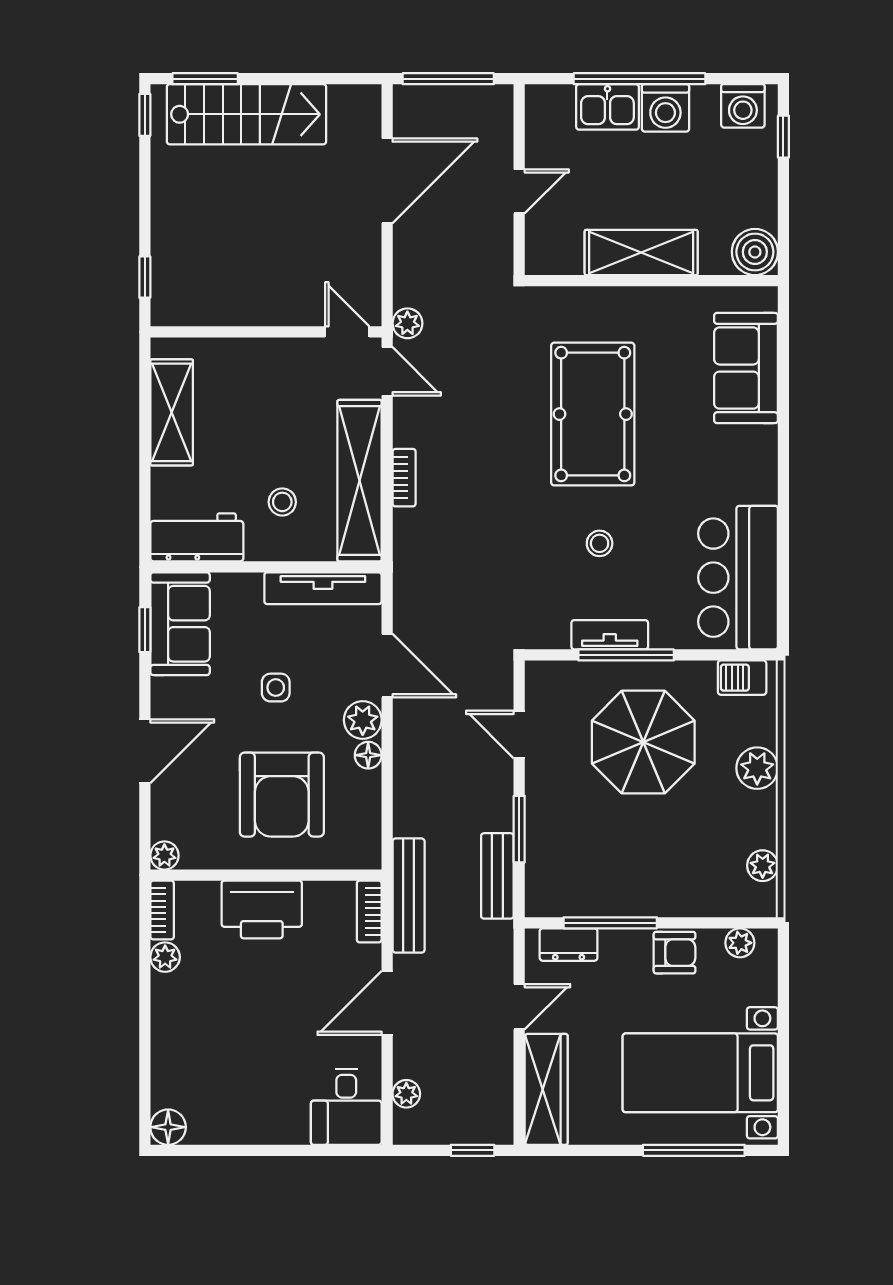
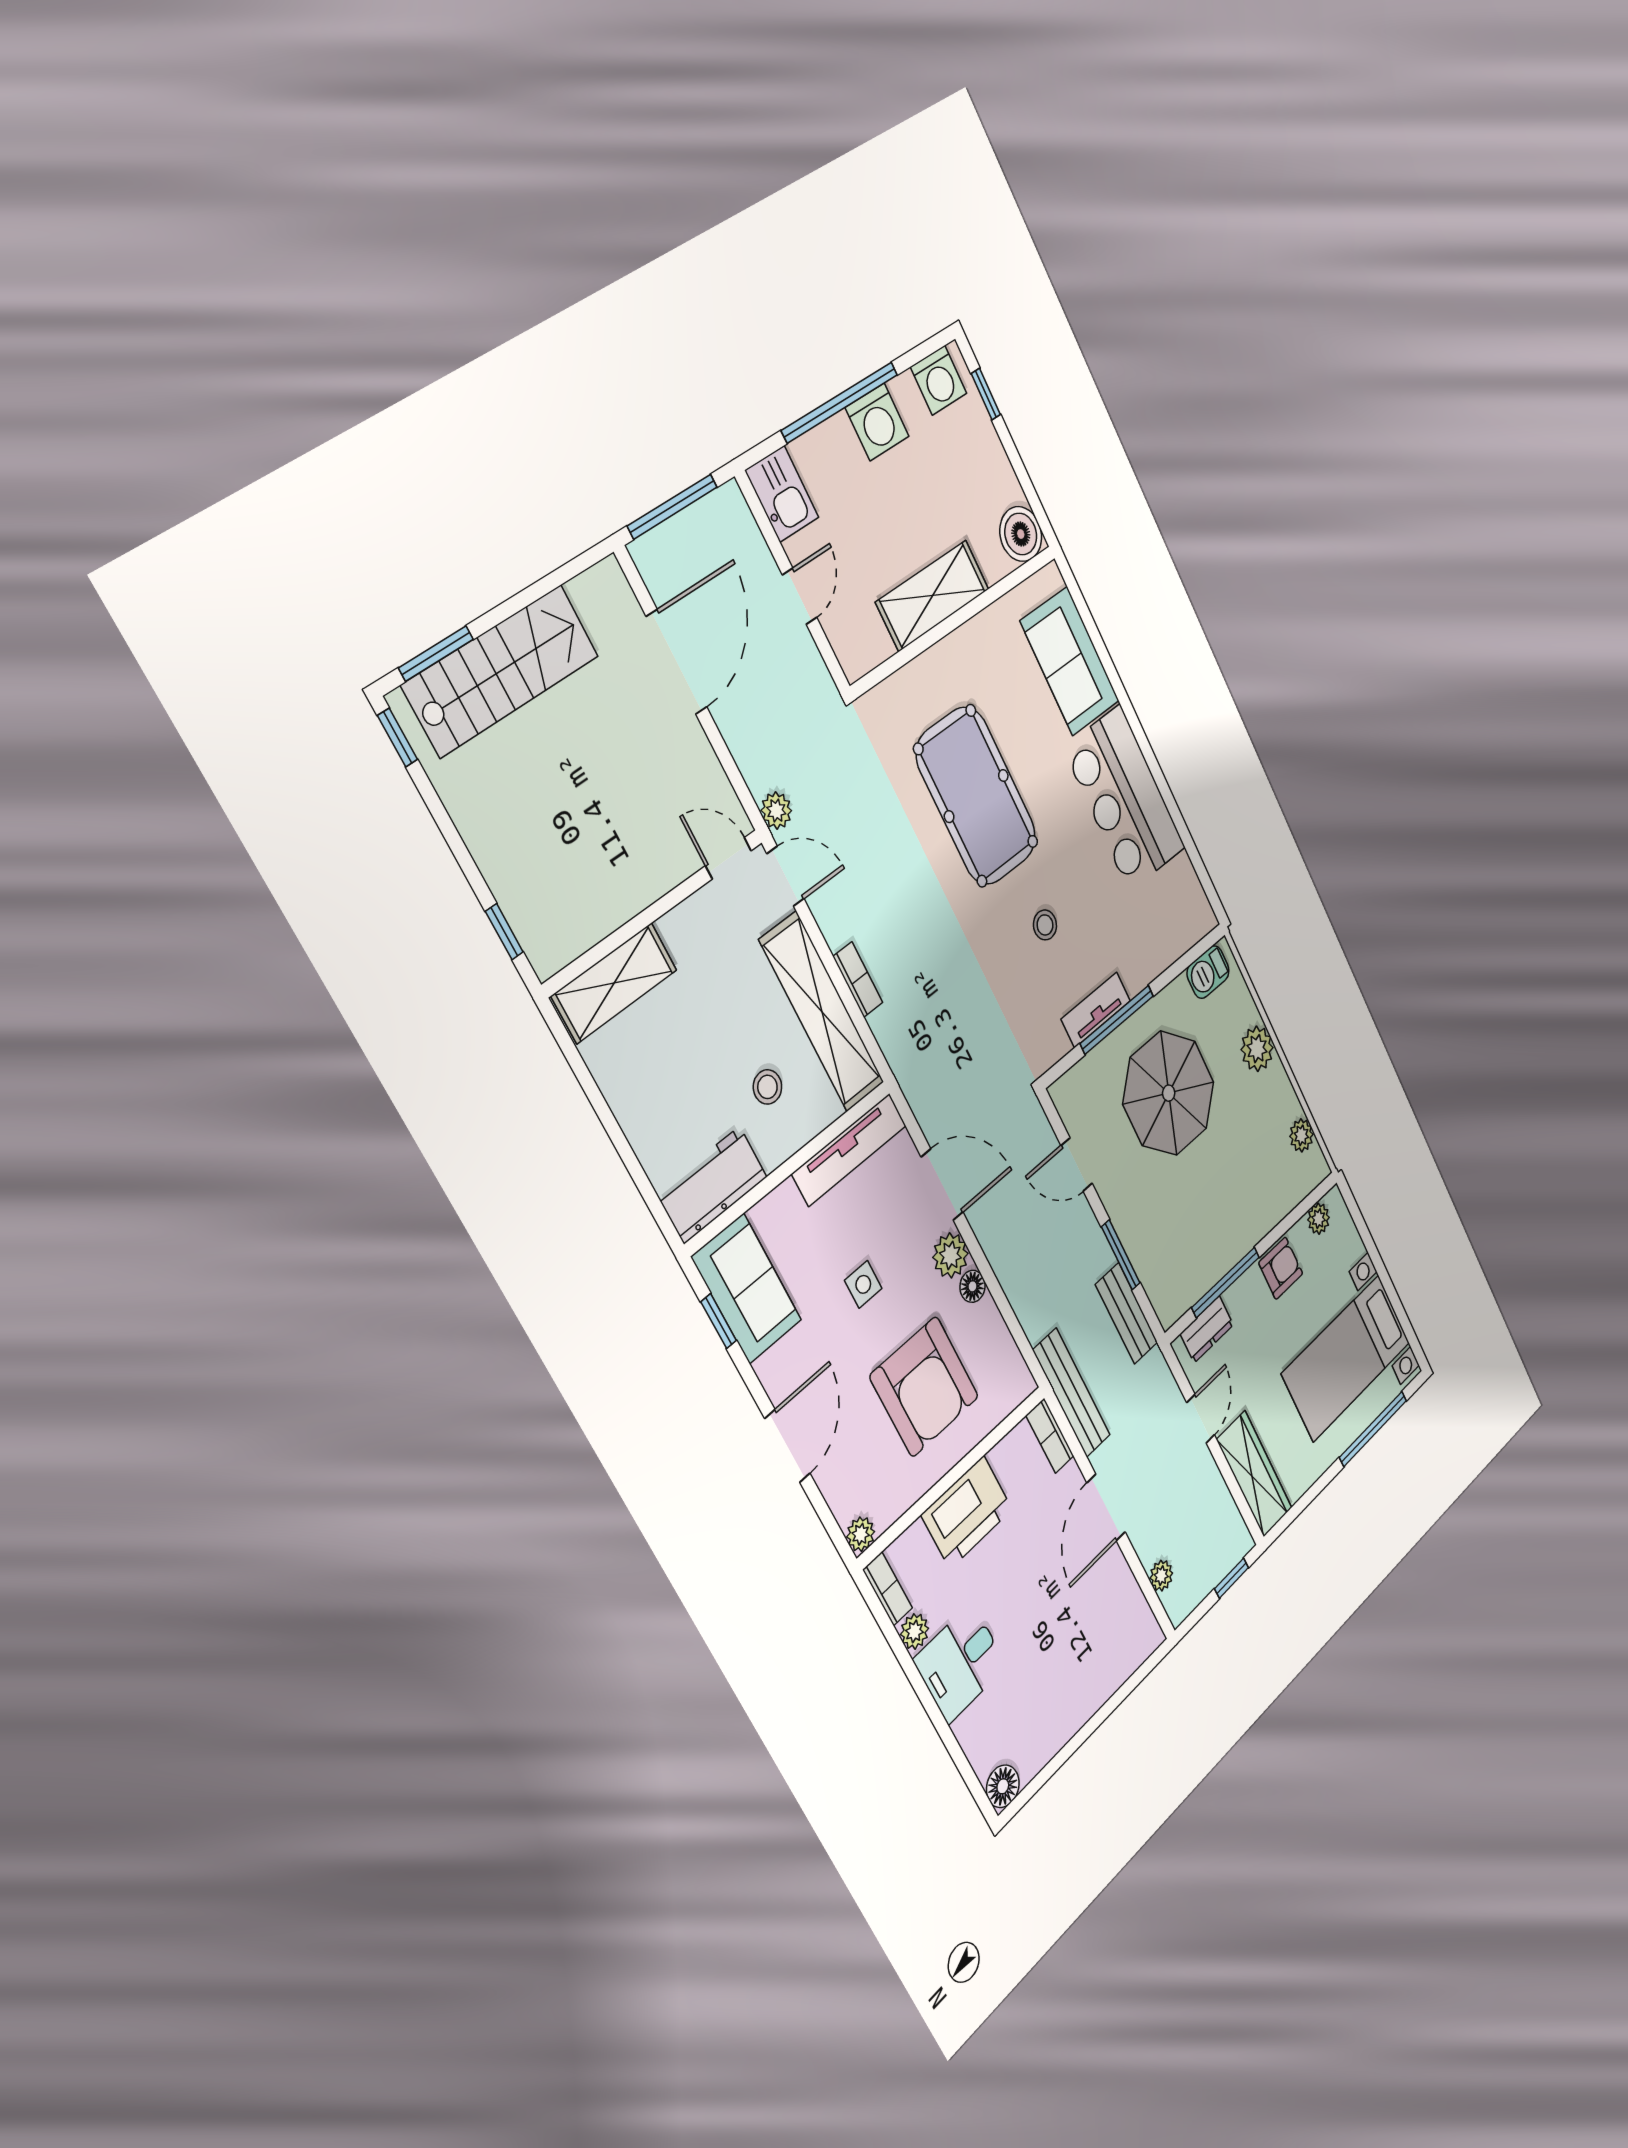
kitchen sink: (607, 107) -> (782, 494), moved, turned -90
shelving: (172, 412) -> (614, 983), moved, turned 90
bar counter: (738, 578) -> (1125, 798), moved
desk: (346, 1107) -> (960, 1663), moved, turned 90

